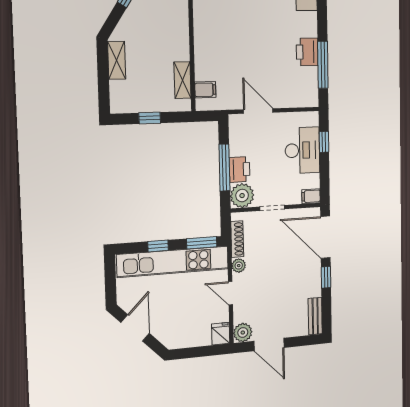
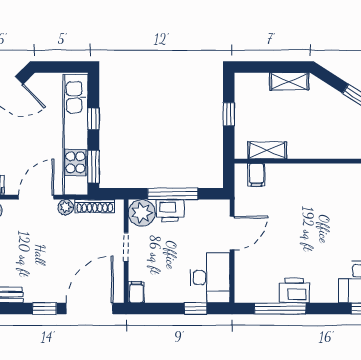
desk: (302, 150) -> (210, 278), moved, turned -90
door: (230, 293) -> (36, 197), width x1.38

